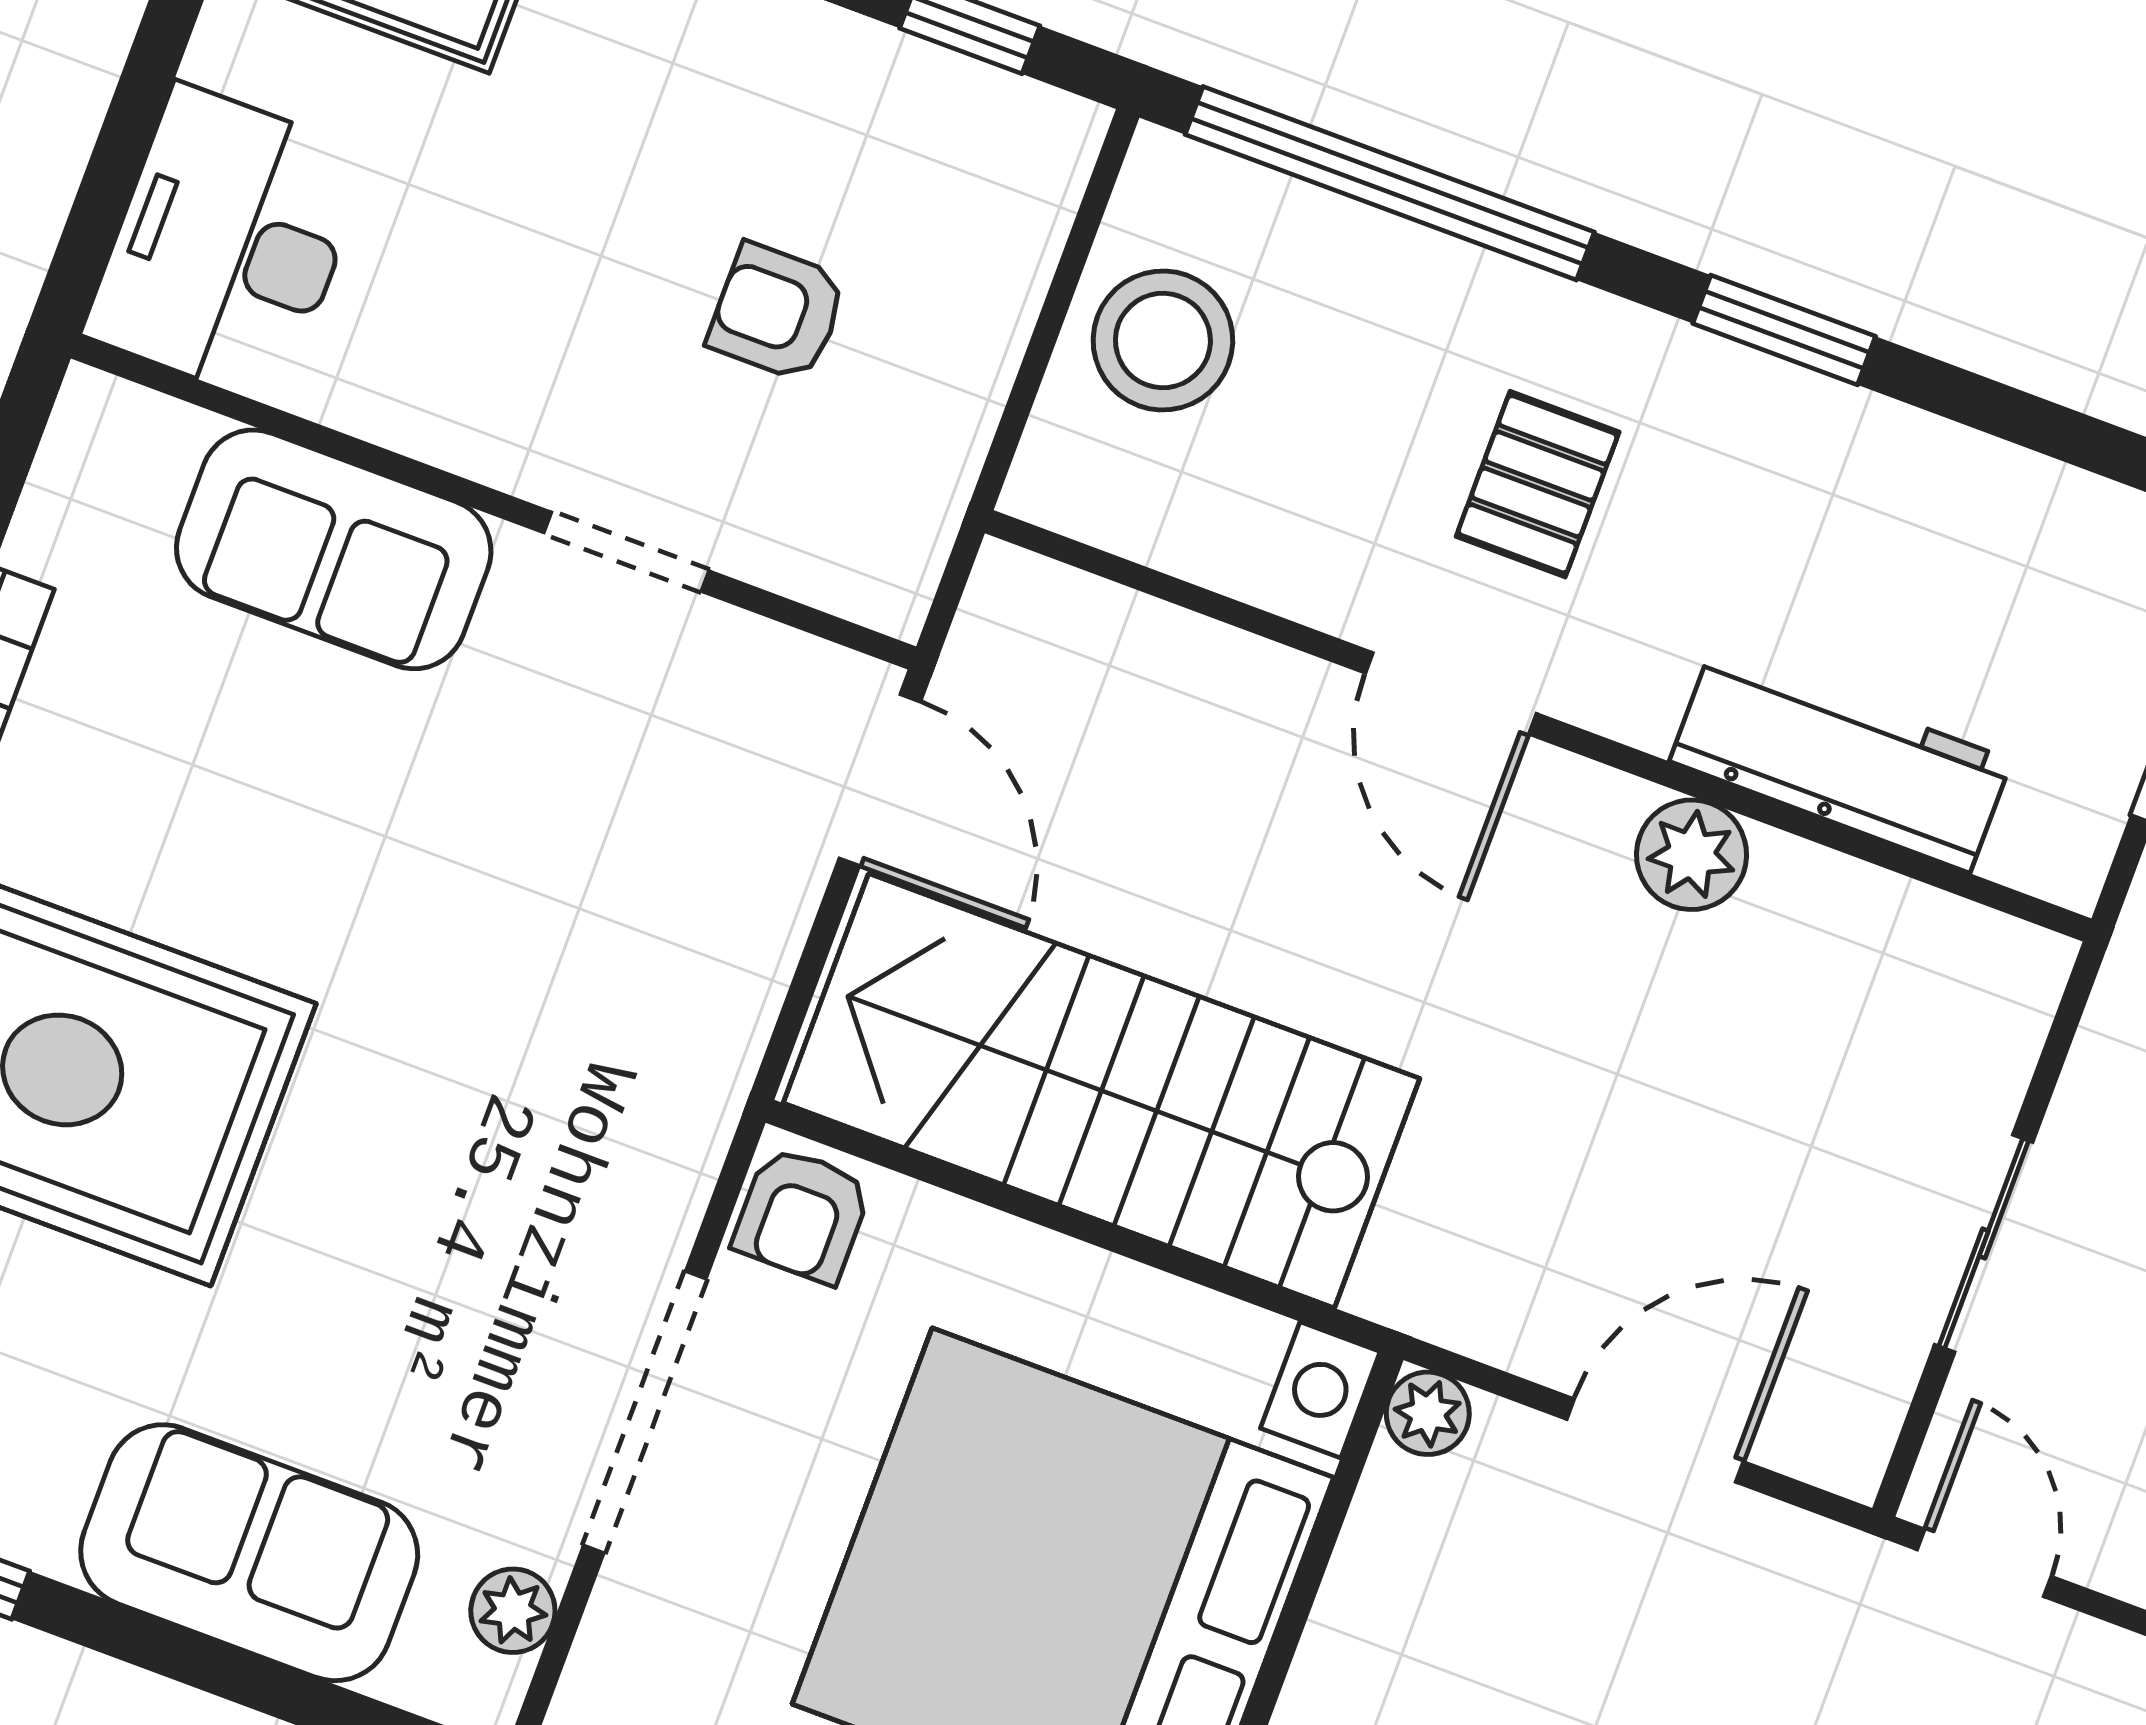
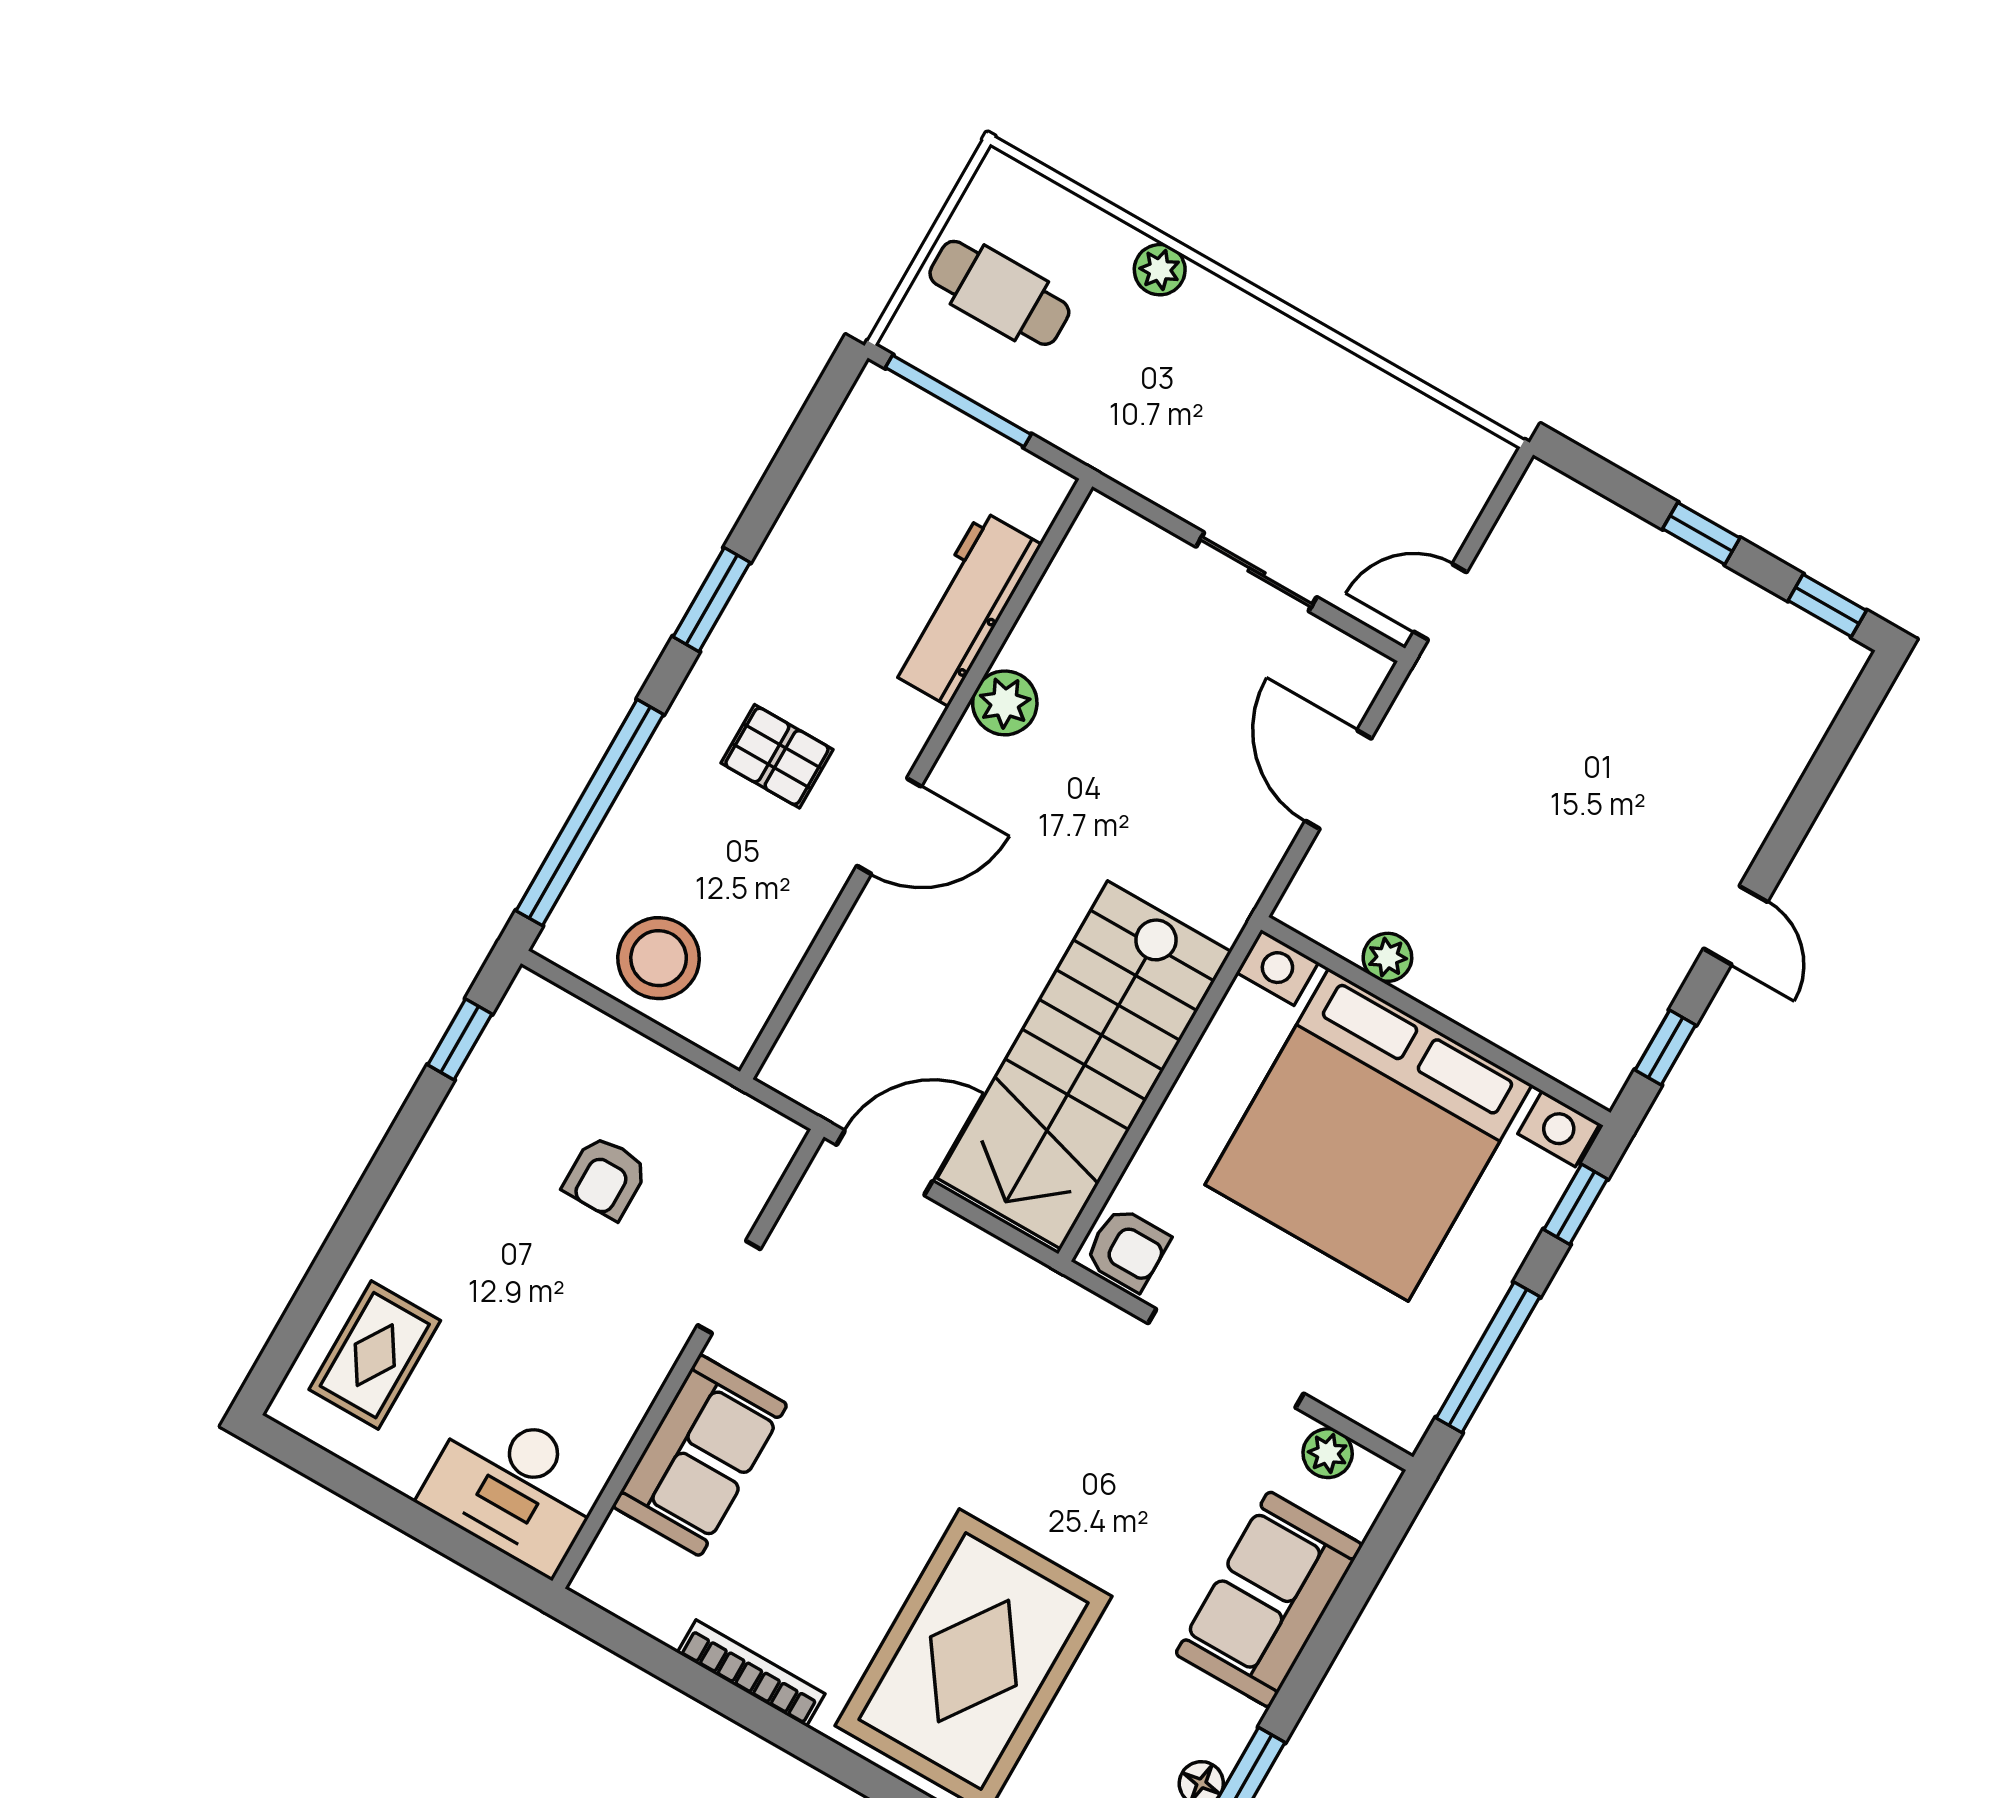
plant: (1428, 1413) -> (1387, 957), moved

